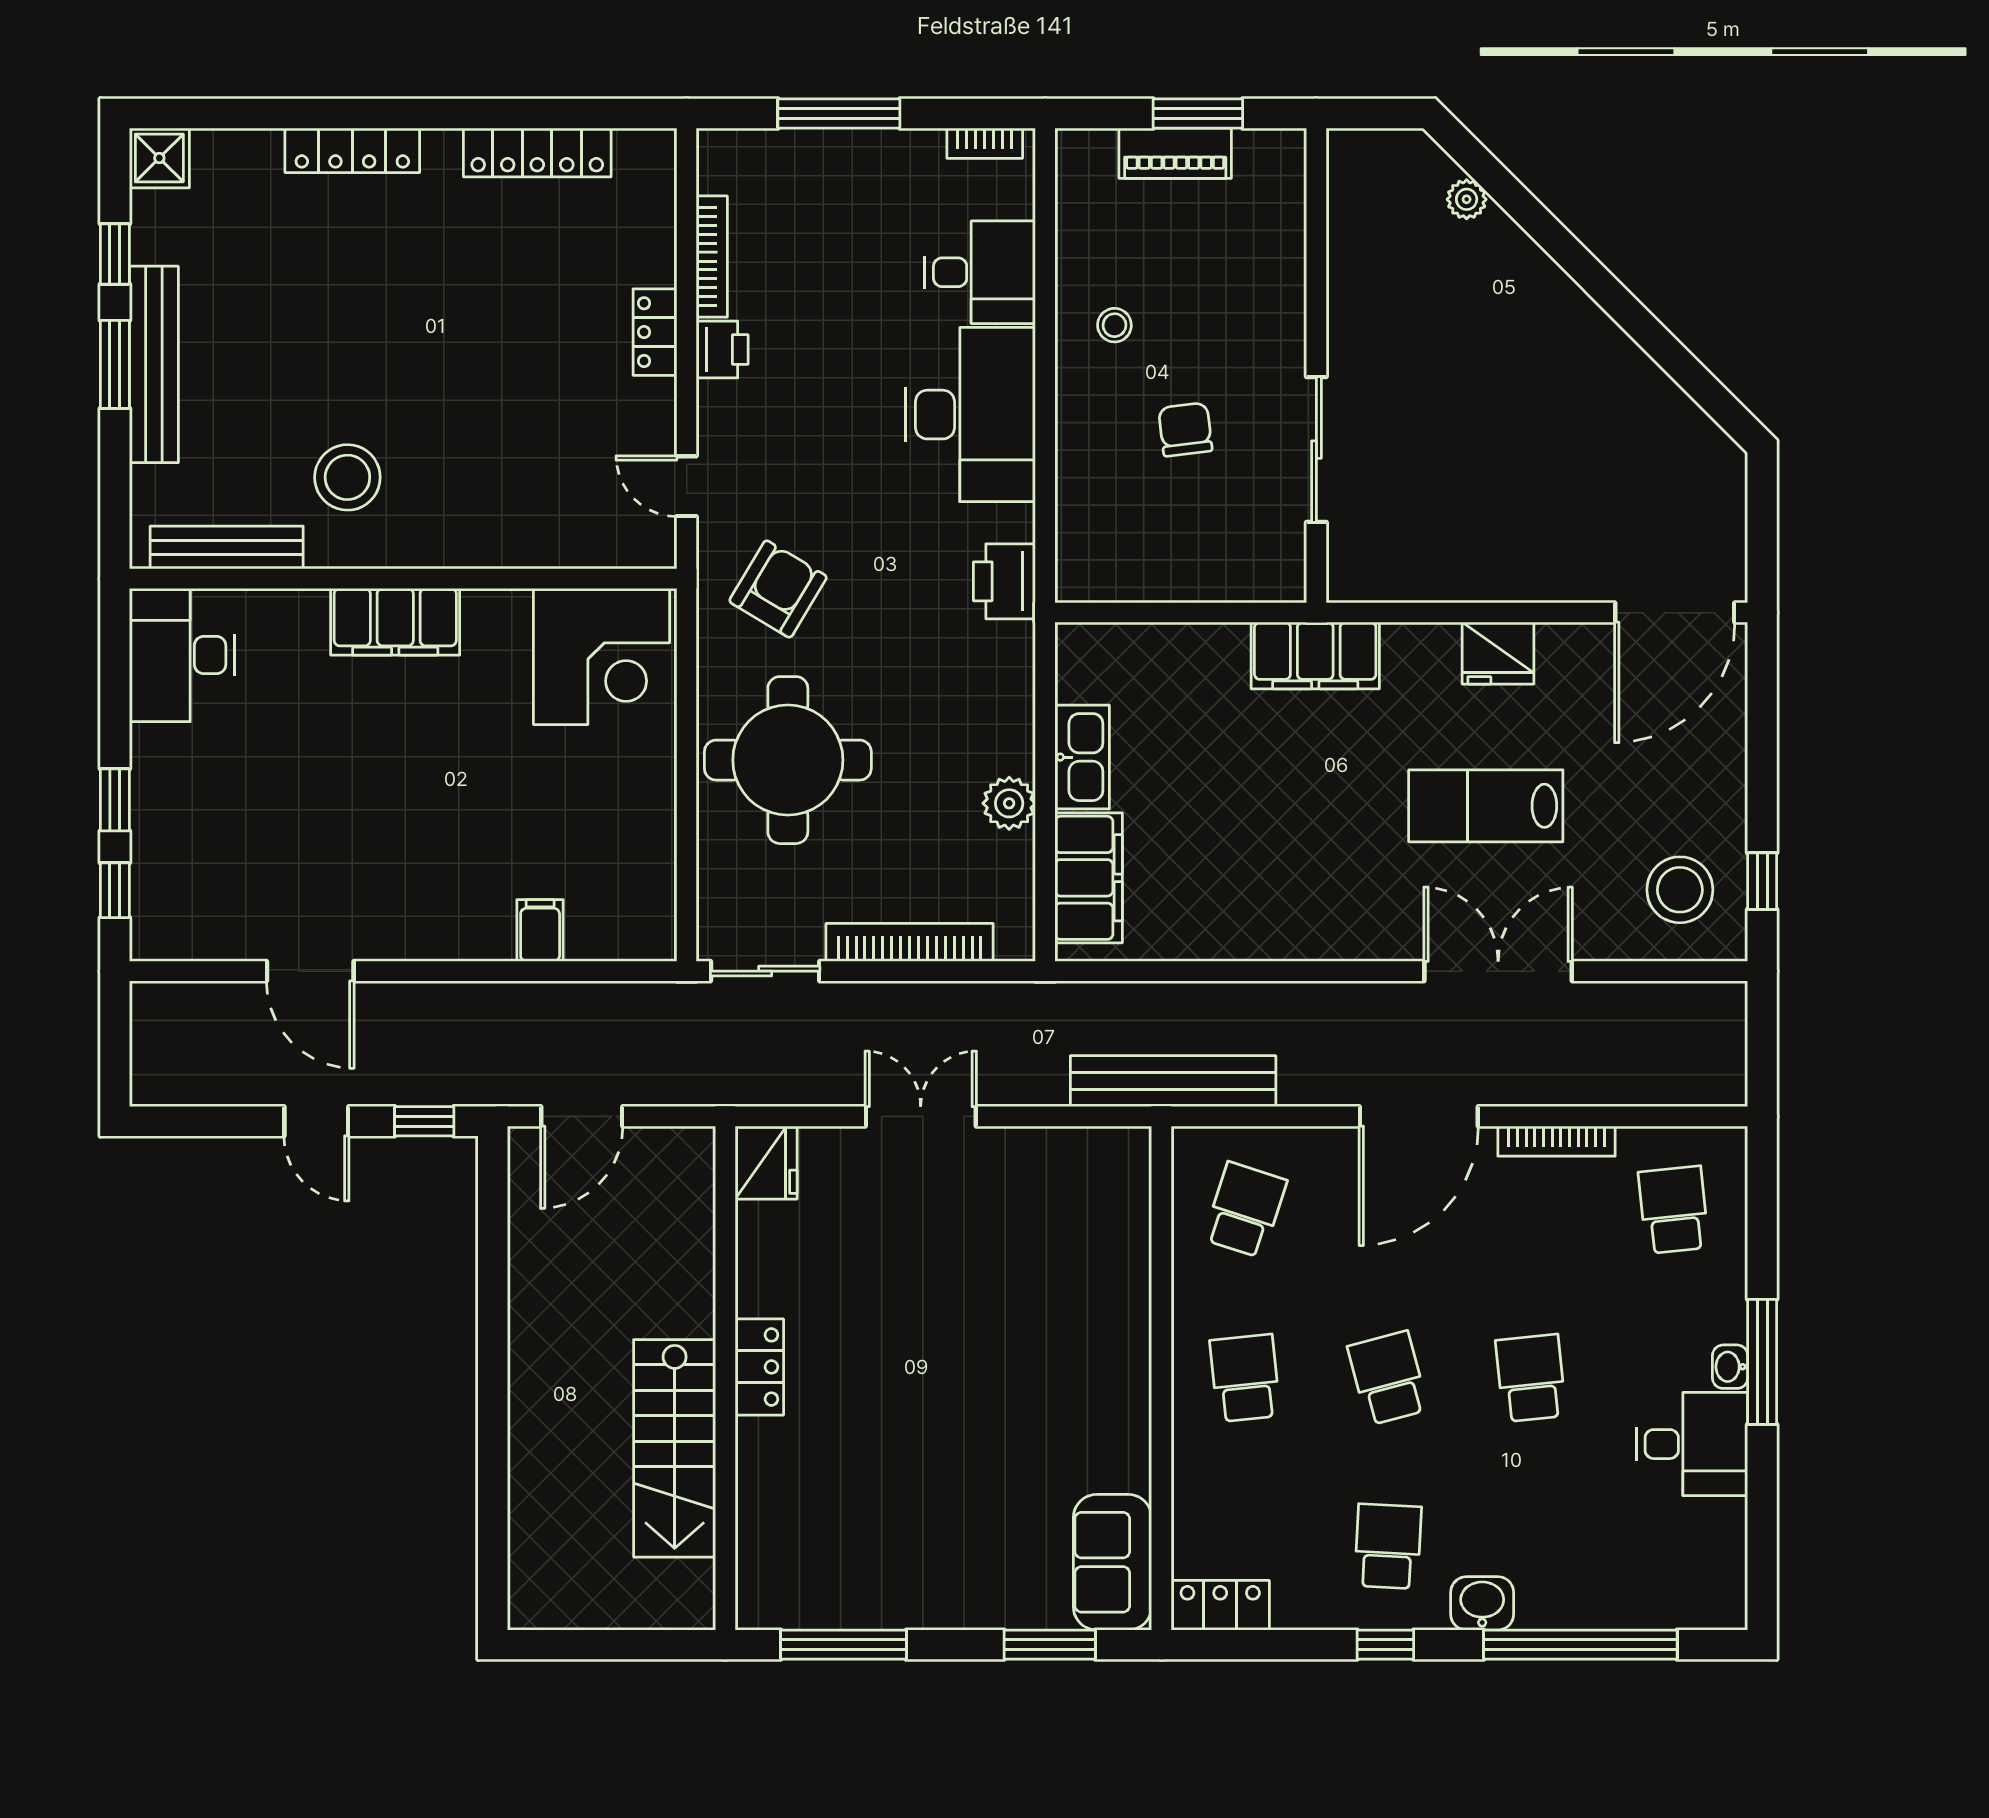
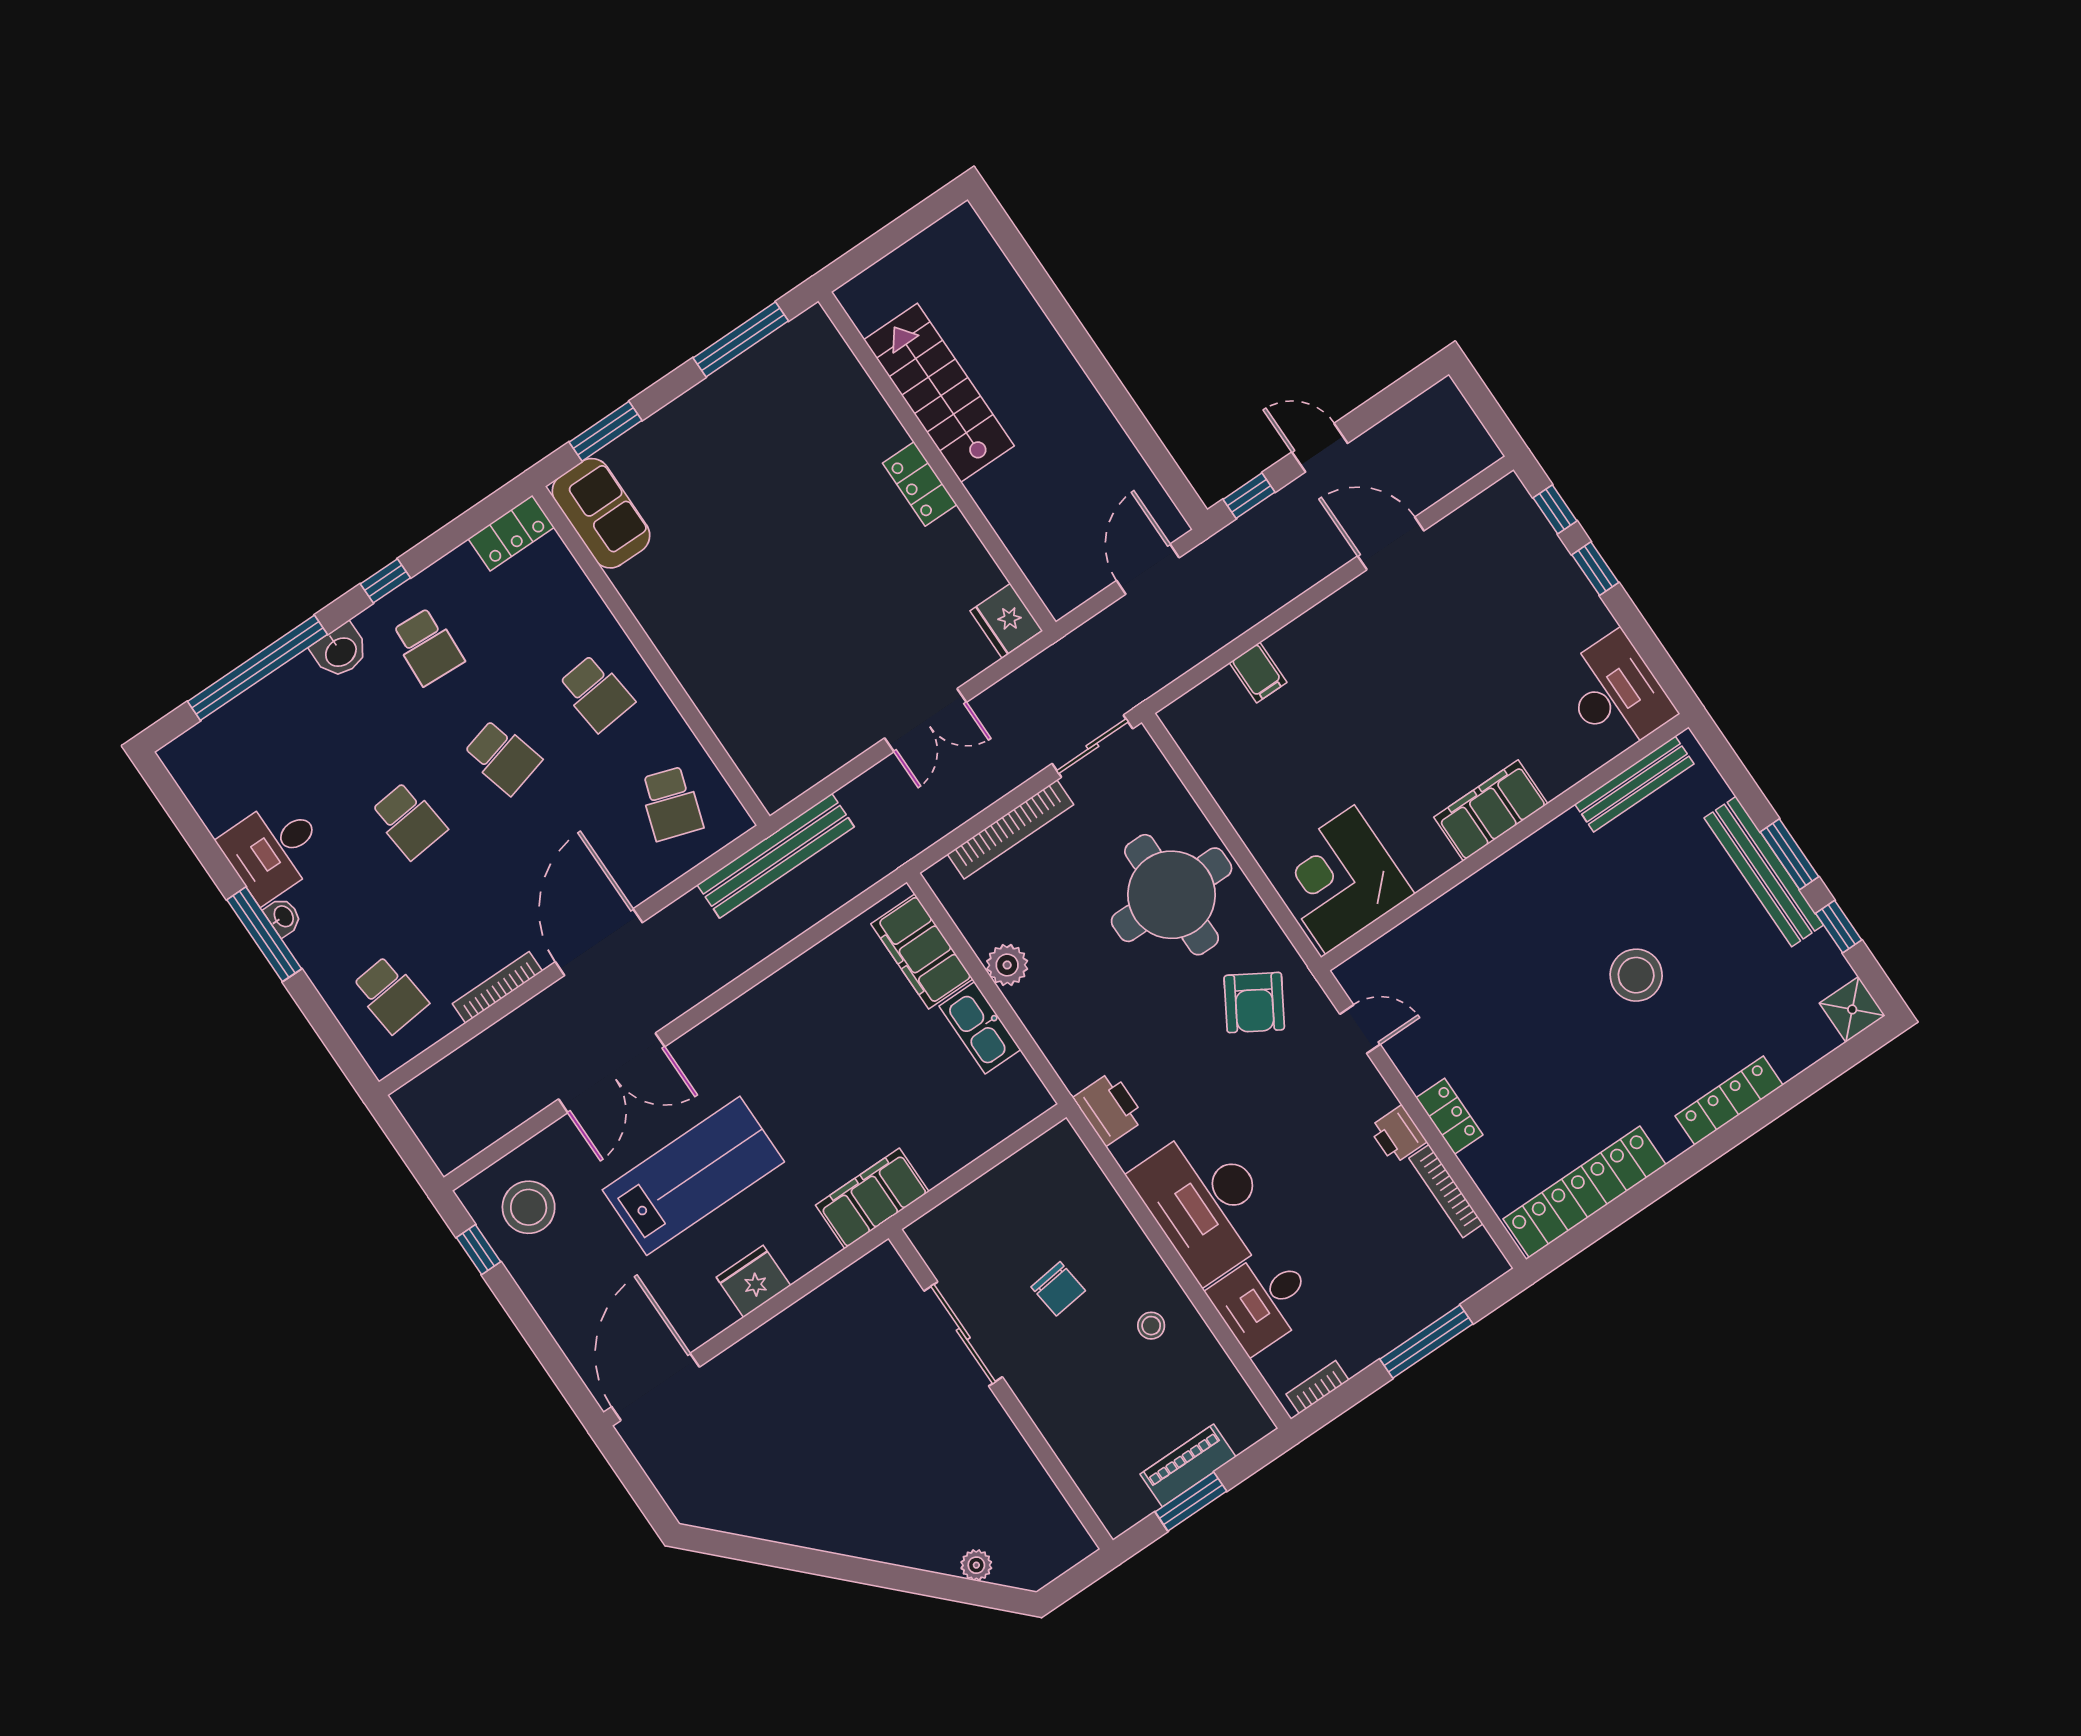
locker: (537, 152) -> (1584, 1192), width x1.41, depth x1.21
stool: (347, 477) -> (1636, 975), moved
lab bench: (1486, 806) -> (693, 1176), width x1.36, depth x1.39

